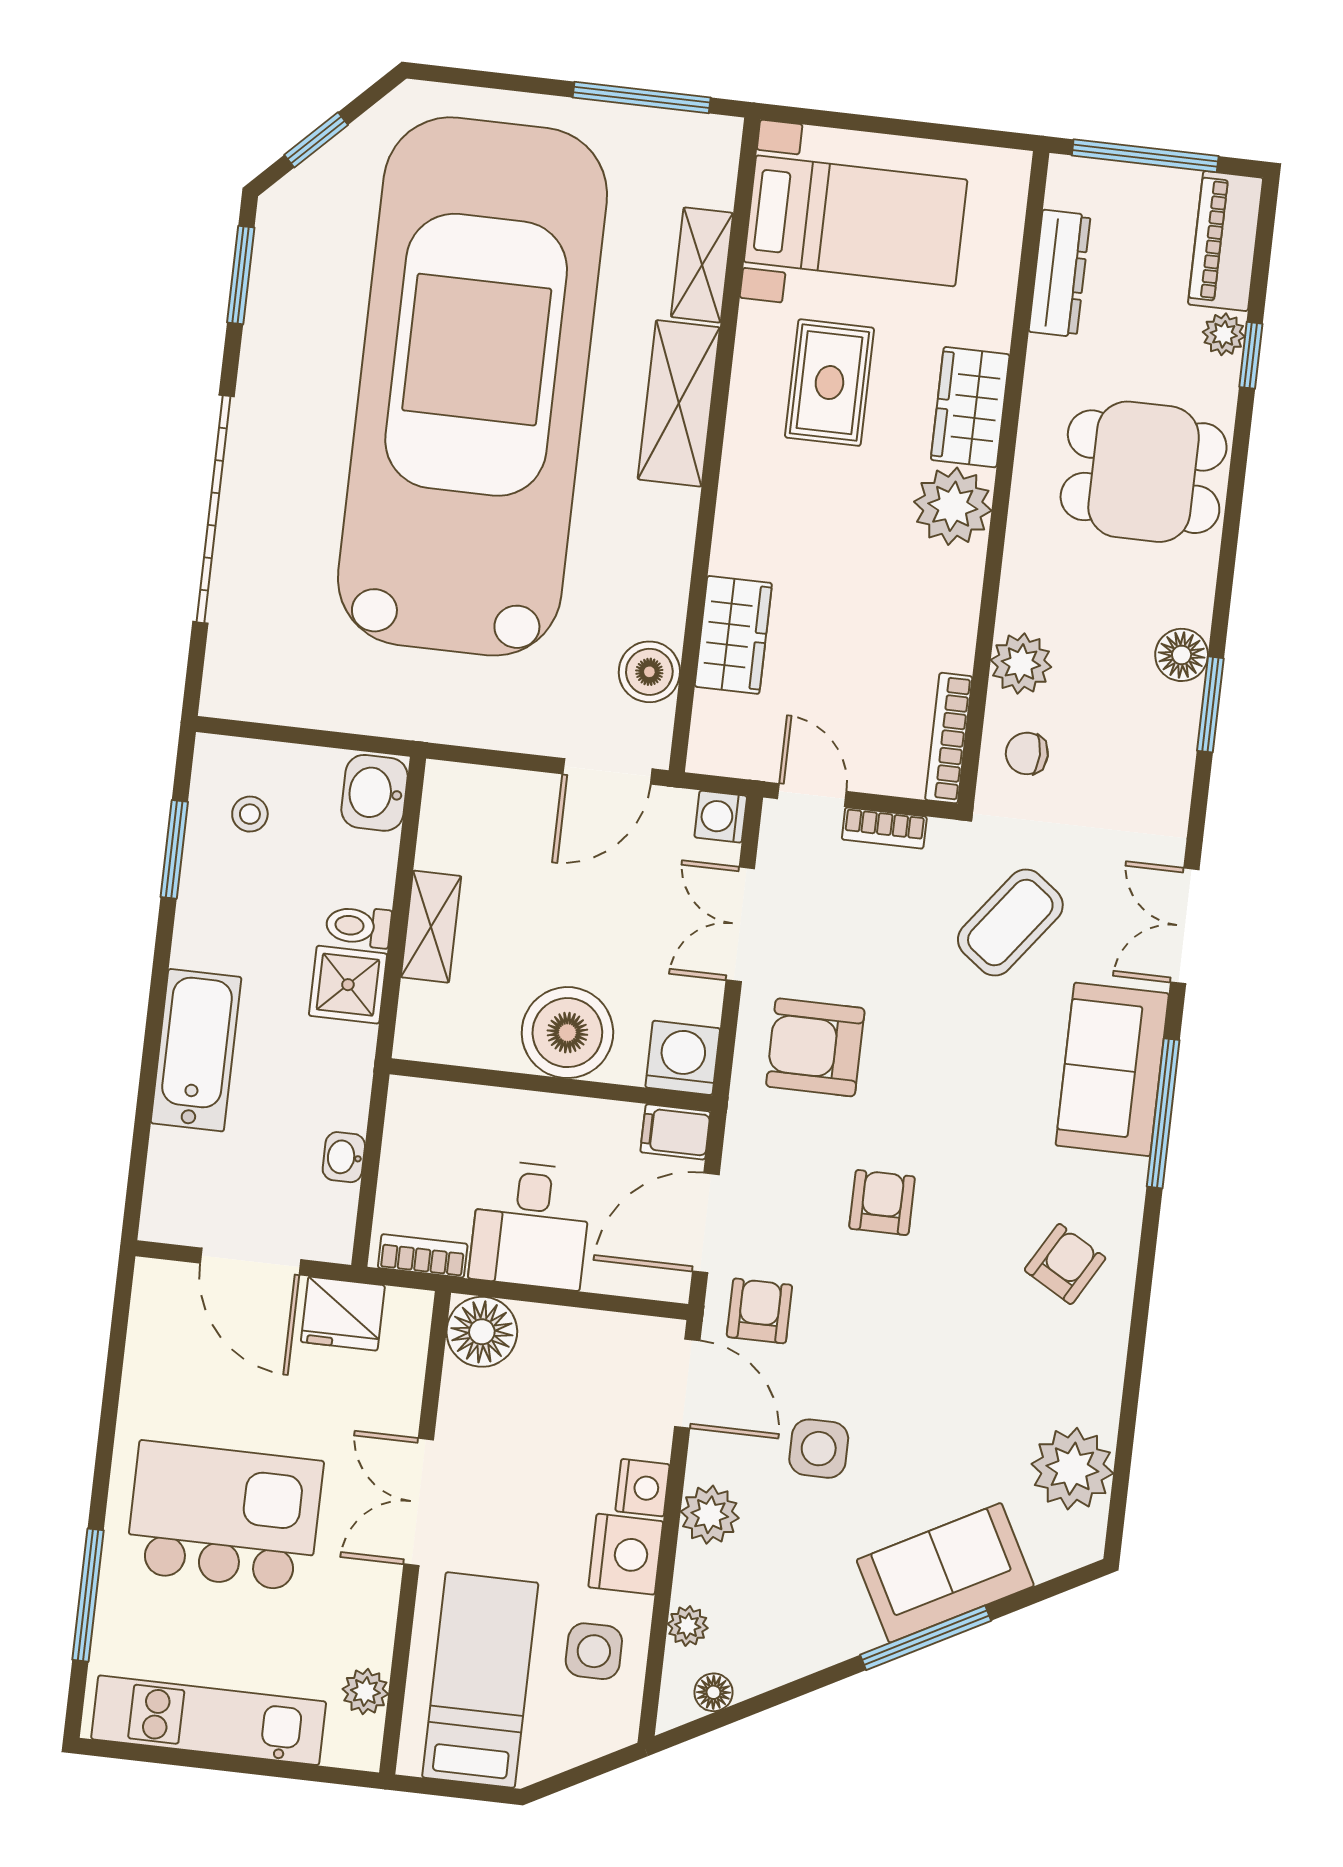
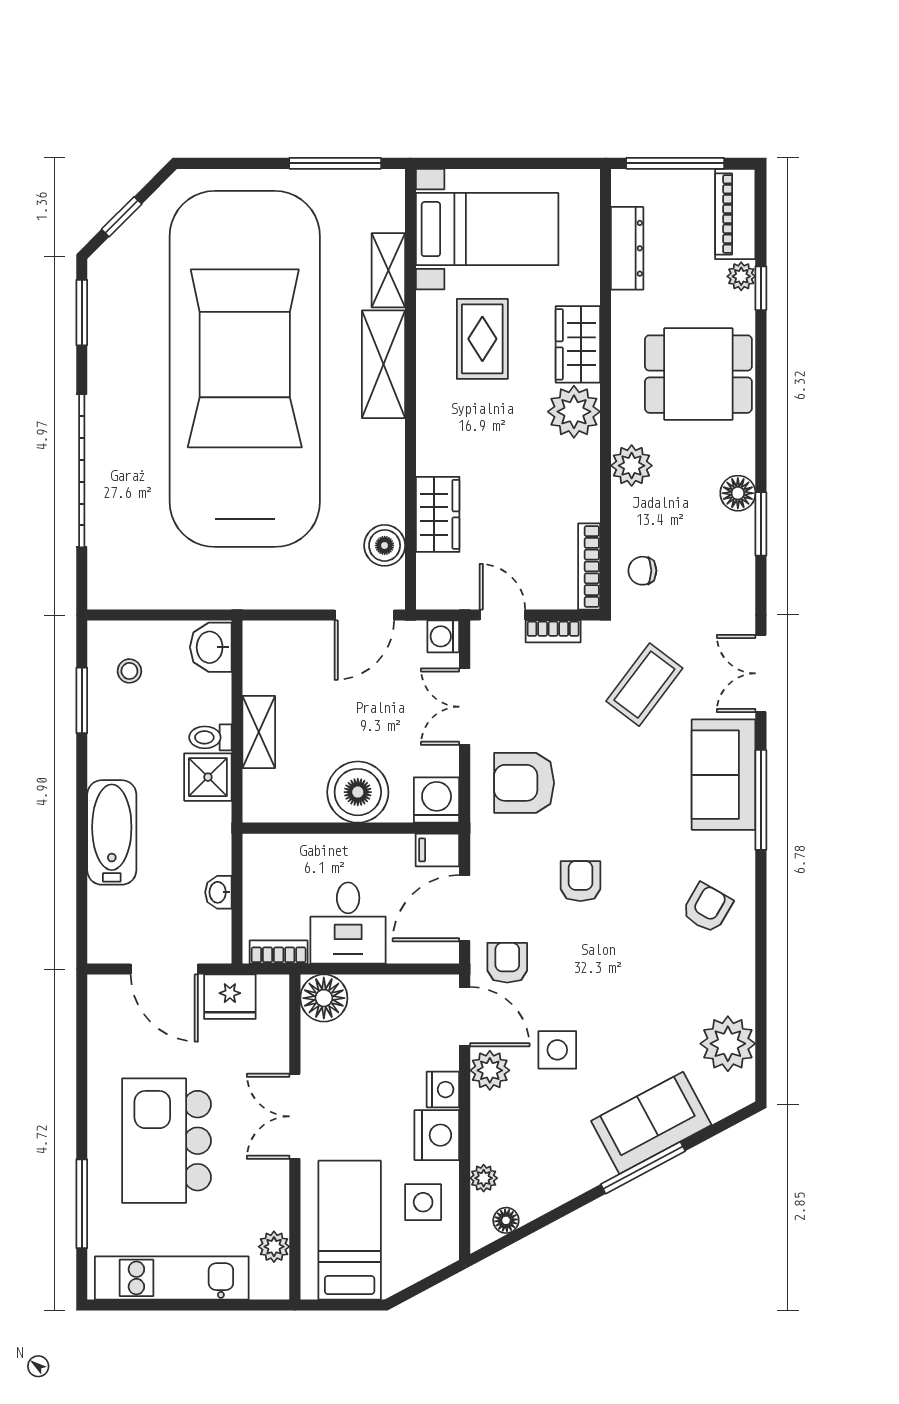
plant: (1021, 663) -> (632, 466), moved
plant: (710, 1515) -> (490, 1070), moved
kitchen island: (224, 1516) -> (166, 1141), turned -90

